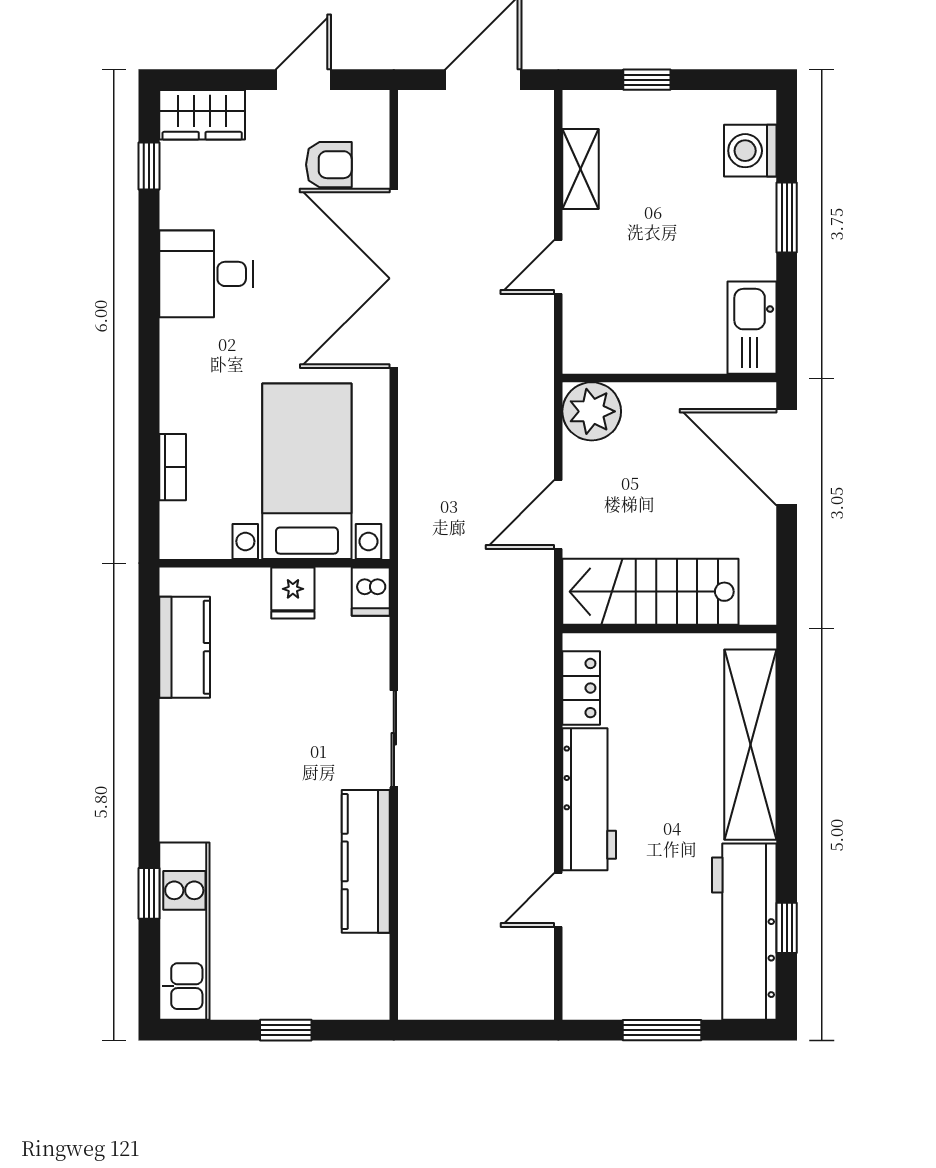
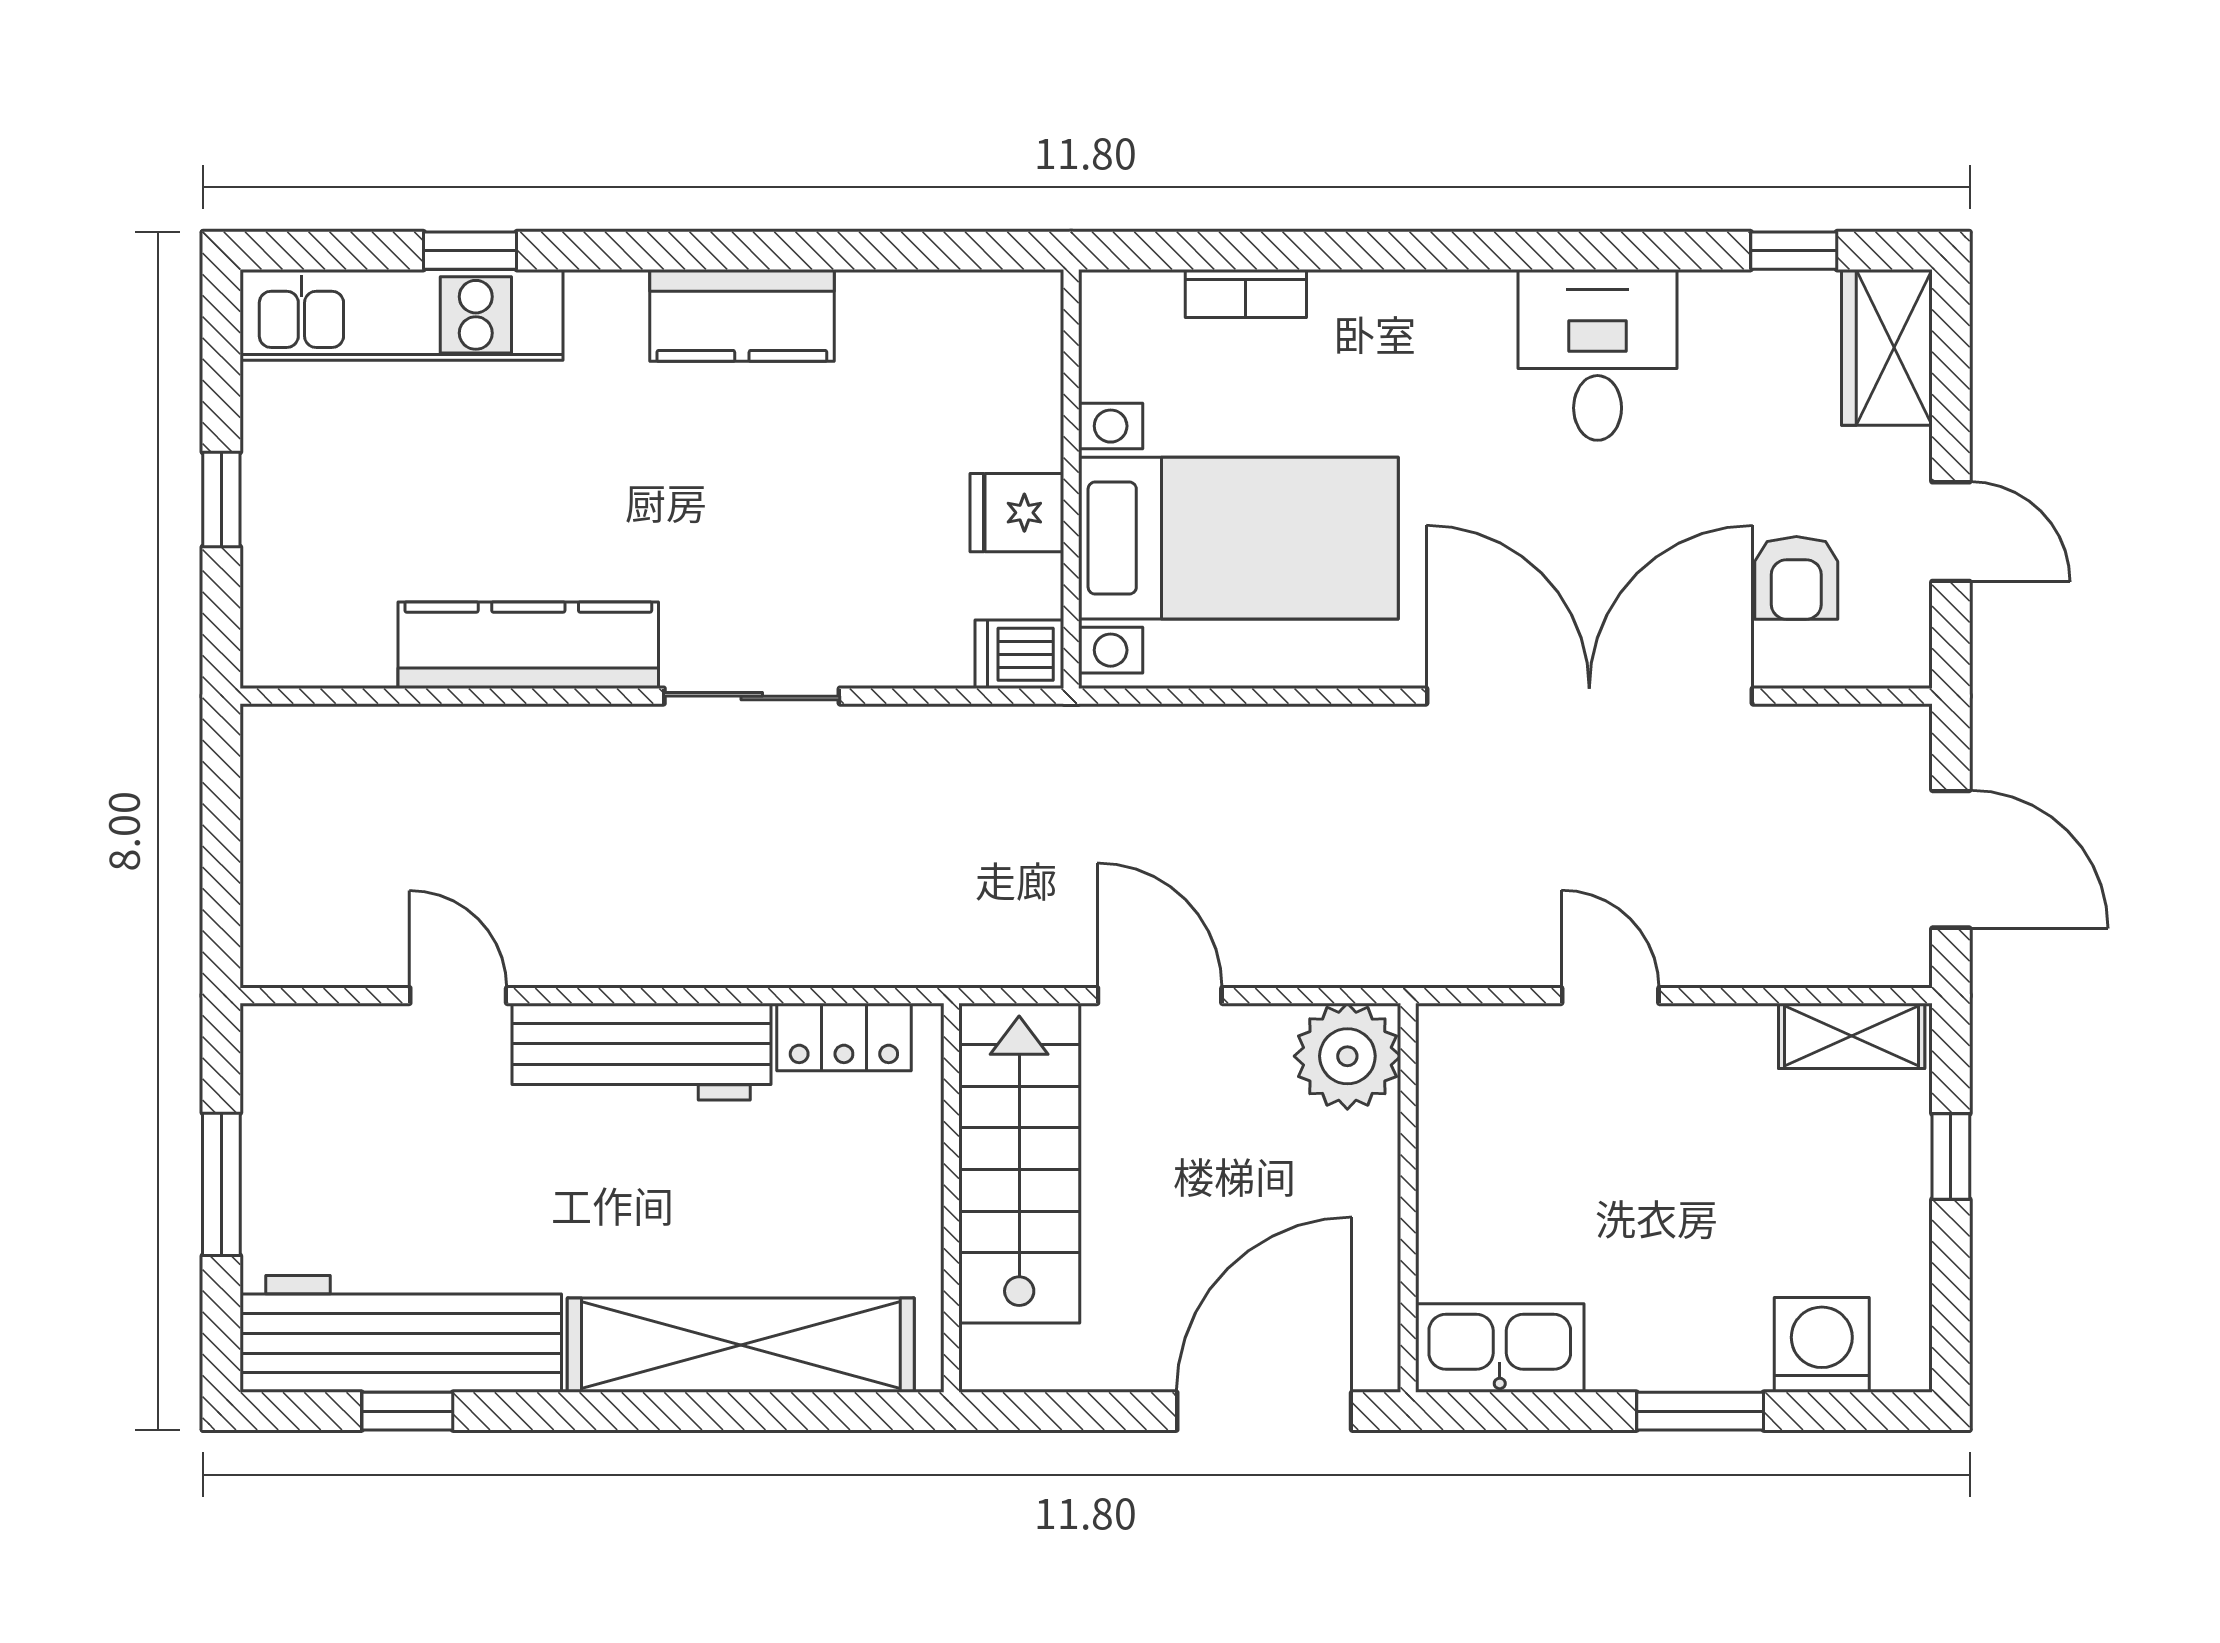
shelving: (581, 169) -> (1852, 1036), moved
kitchen counter: (185, 647) -> (742, 315), moved

